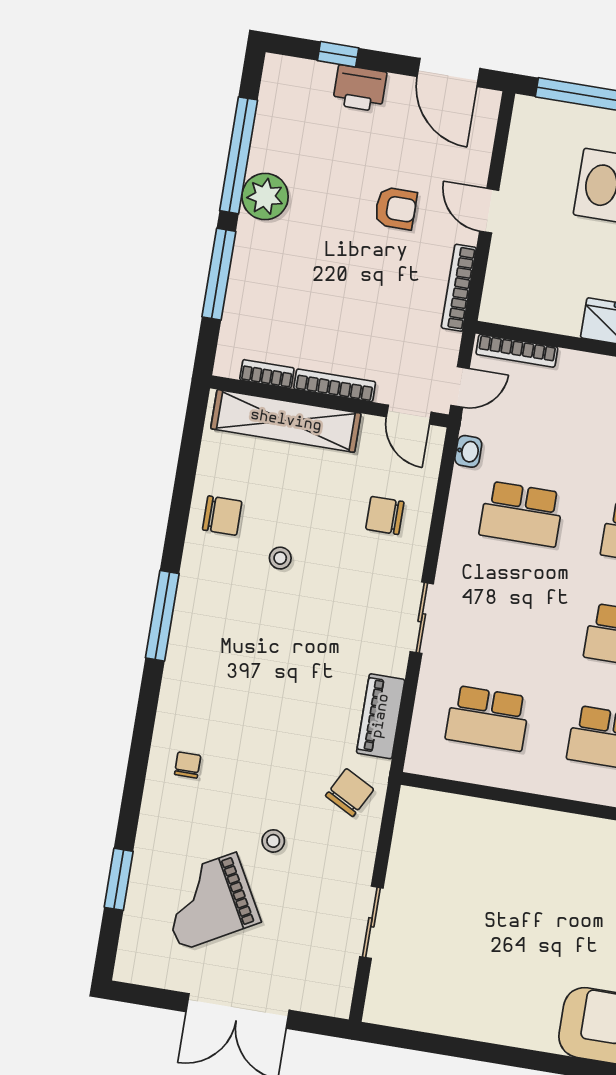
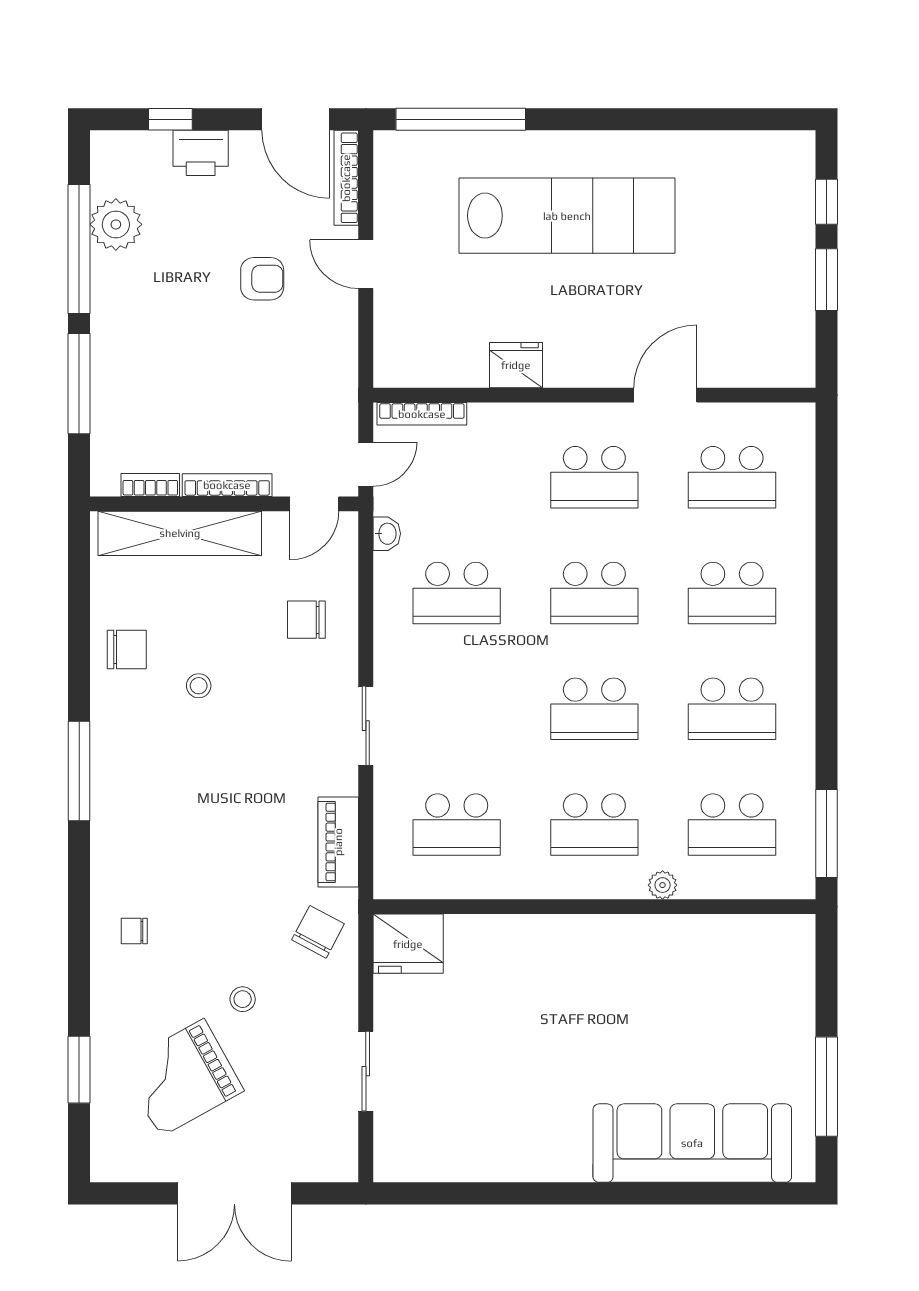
plant: (265, 196) -> (116, 224), moved
bookcase: (459, 288) -> (346, 178), moved
door: (409, 415) -> (314, 504), hinge flipped
chair: (188, 765) -> (134, 931), turned -90
fridge: (427, 816) -> (408, 944), added

